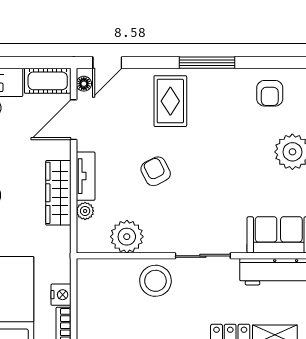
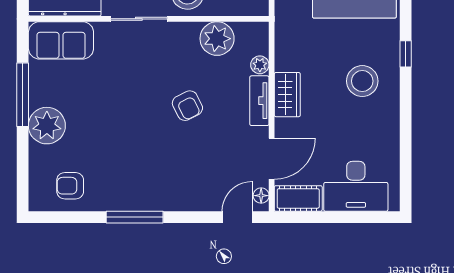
armchair: (270, 93) -> (70, 186), turned -90
rug: (170, 101) -> (172, 178), removed
wardrobe: (58, 193) -> (287, 95), width x0.67

